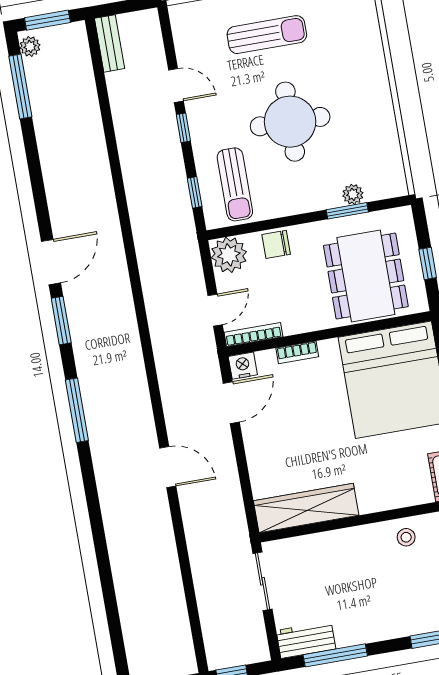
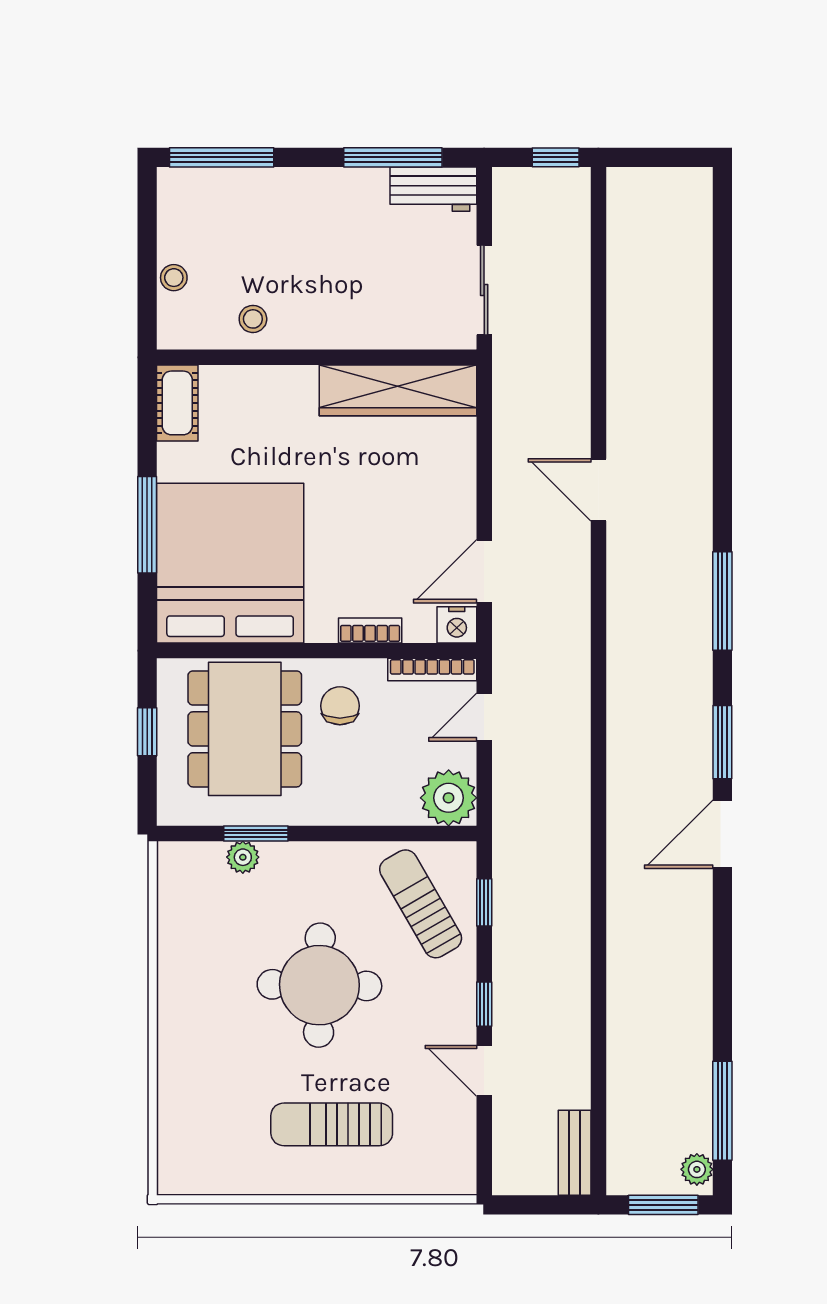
sun lounger: (235, 184) -> (421, 904), turned -30
chair: (276, 244) -> (340, 706), moved, turned -90

